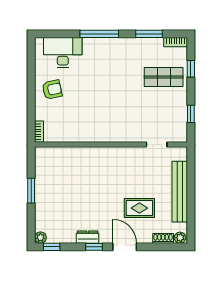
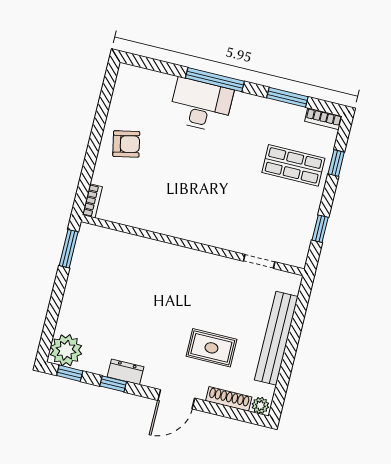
desk: (63, 53) -> (201, 105), moved
window: (31, 191) -> (69, 249), moved
plant: (40, 238) -> (66, 350), width x1.88, depth x1.88
shoe rack: (163, 238) -> (229, 399), width x1.43
window: (94, 247) -> (113, 384), moved
door: (125, 247) -> (176, 399), swing flipped

